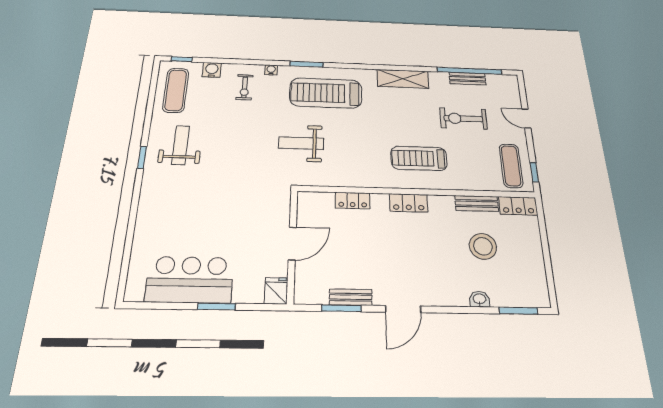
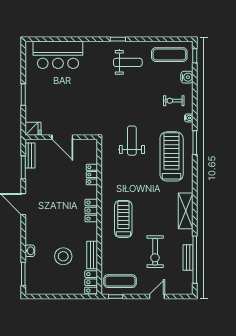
exercise bike: (463, 119) -> (155, 252), turned 180
bar counter: (190, 280) -> (58, 55), moved, turned 90
bench: (351, 297) -> (30, 155), moved

